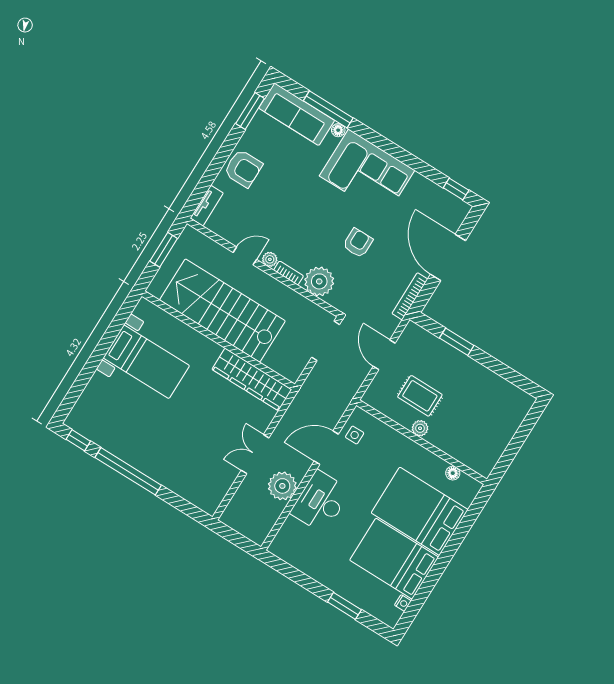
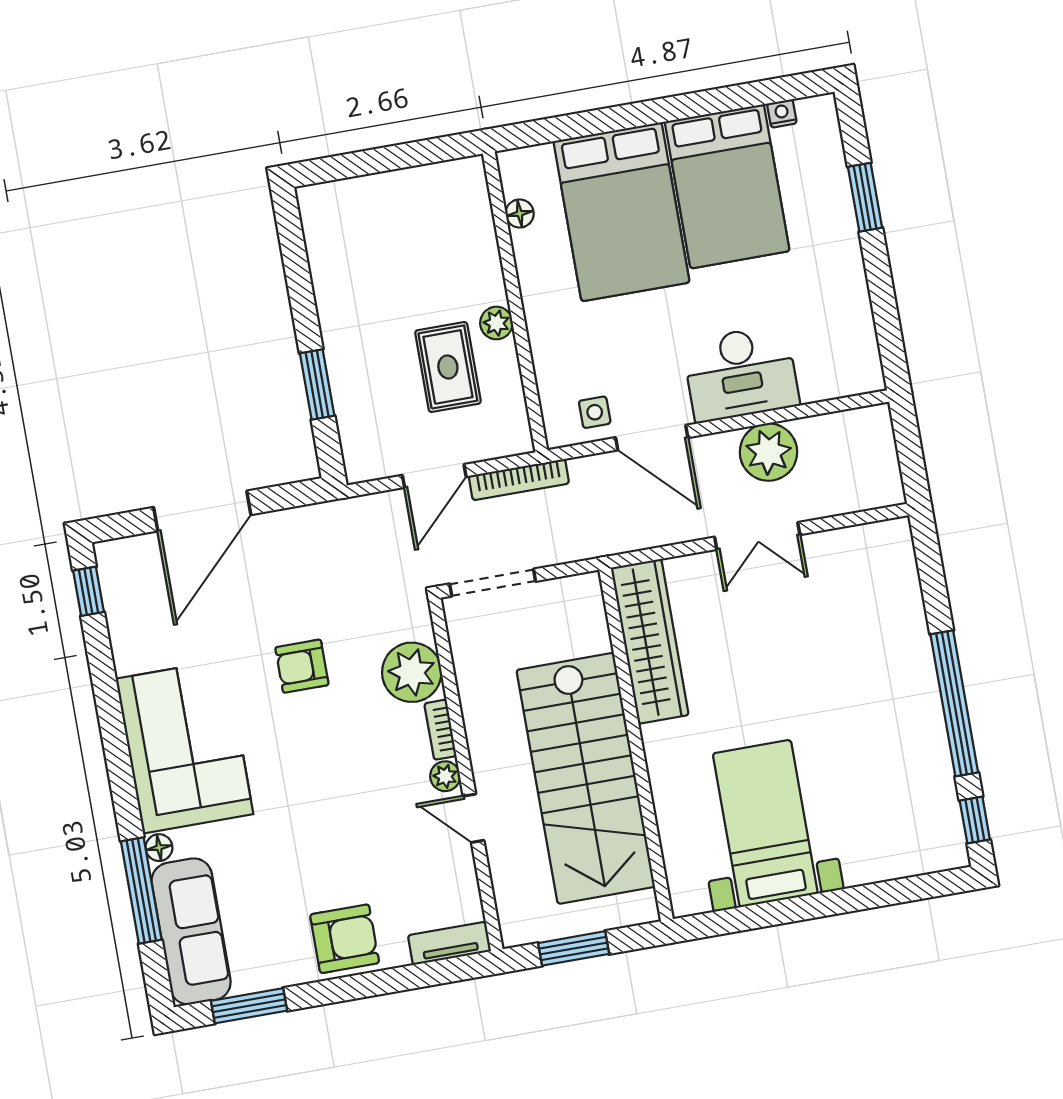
armchair: (243, 168) -> (345, 939), turned 90
bookcase: (410, 296) -> (519, 480), moved

